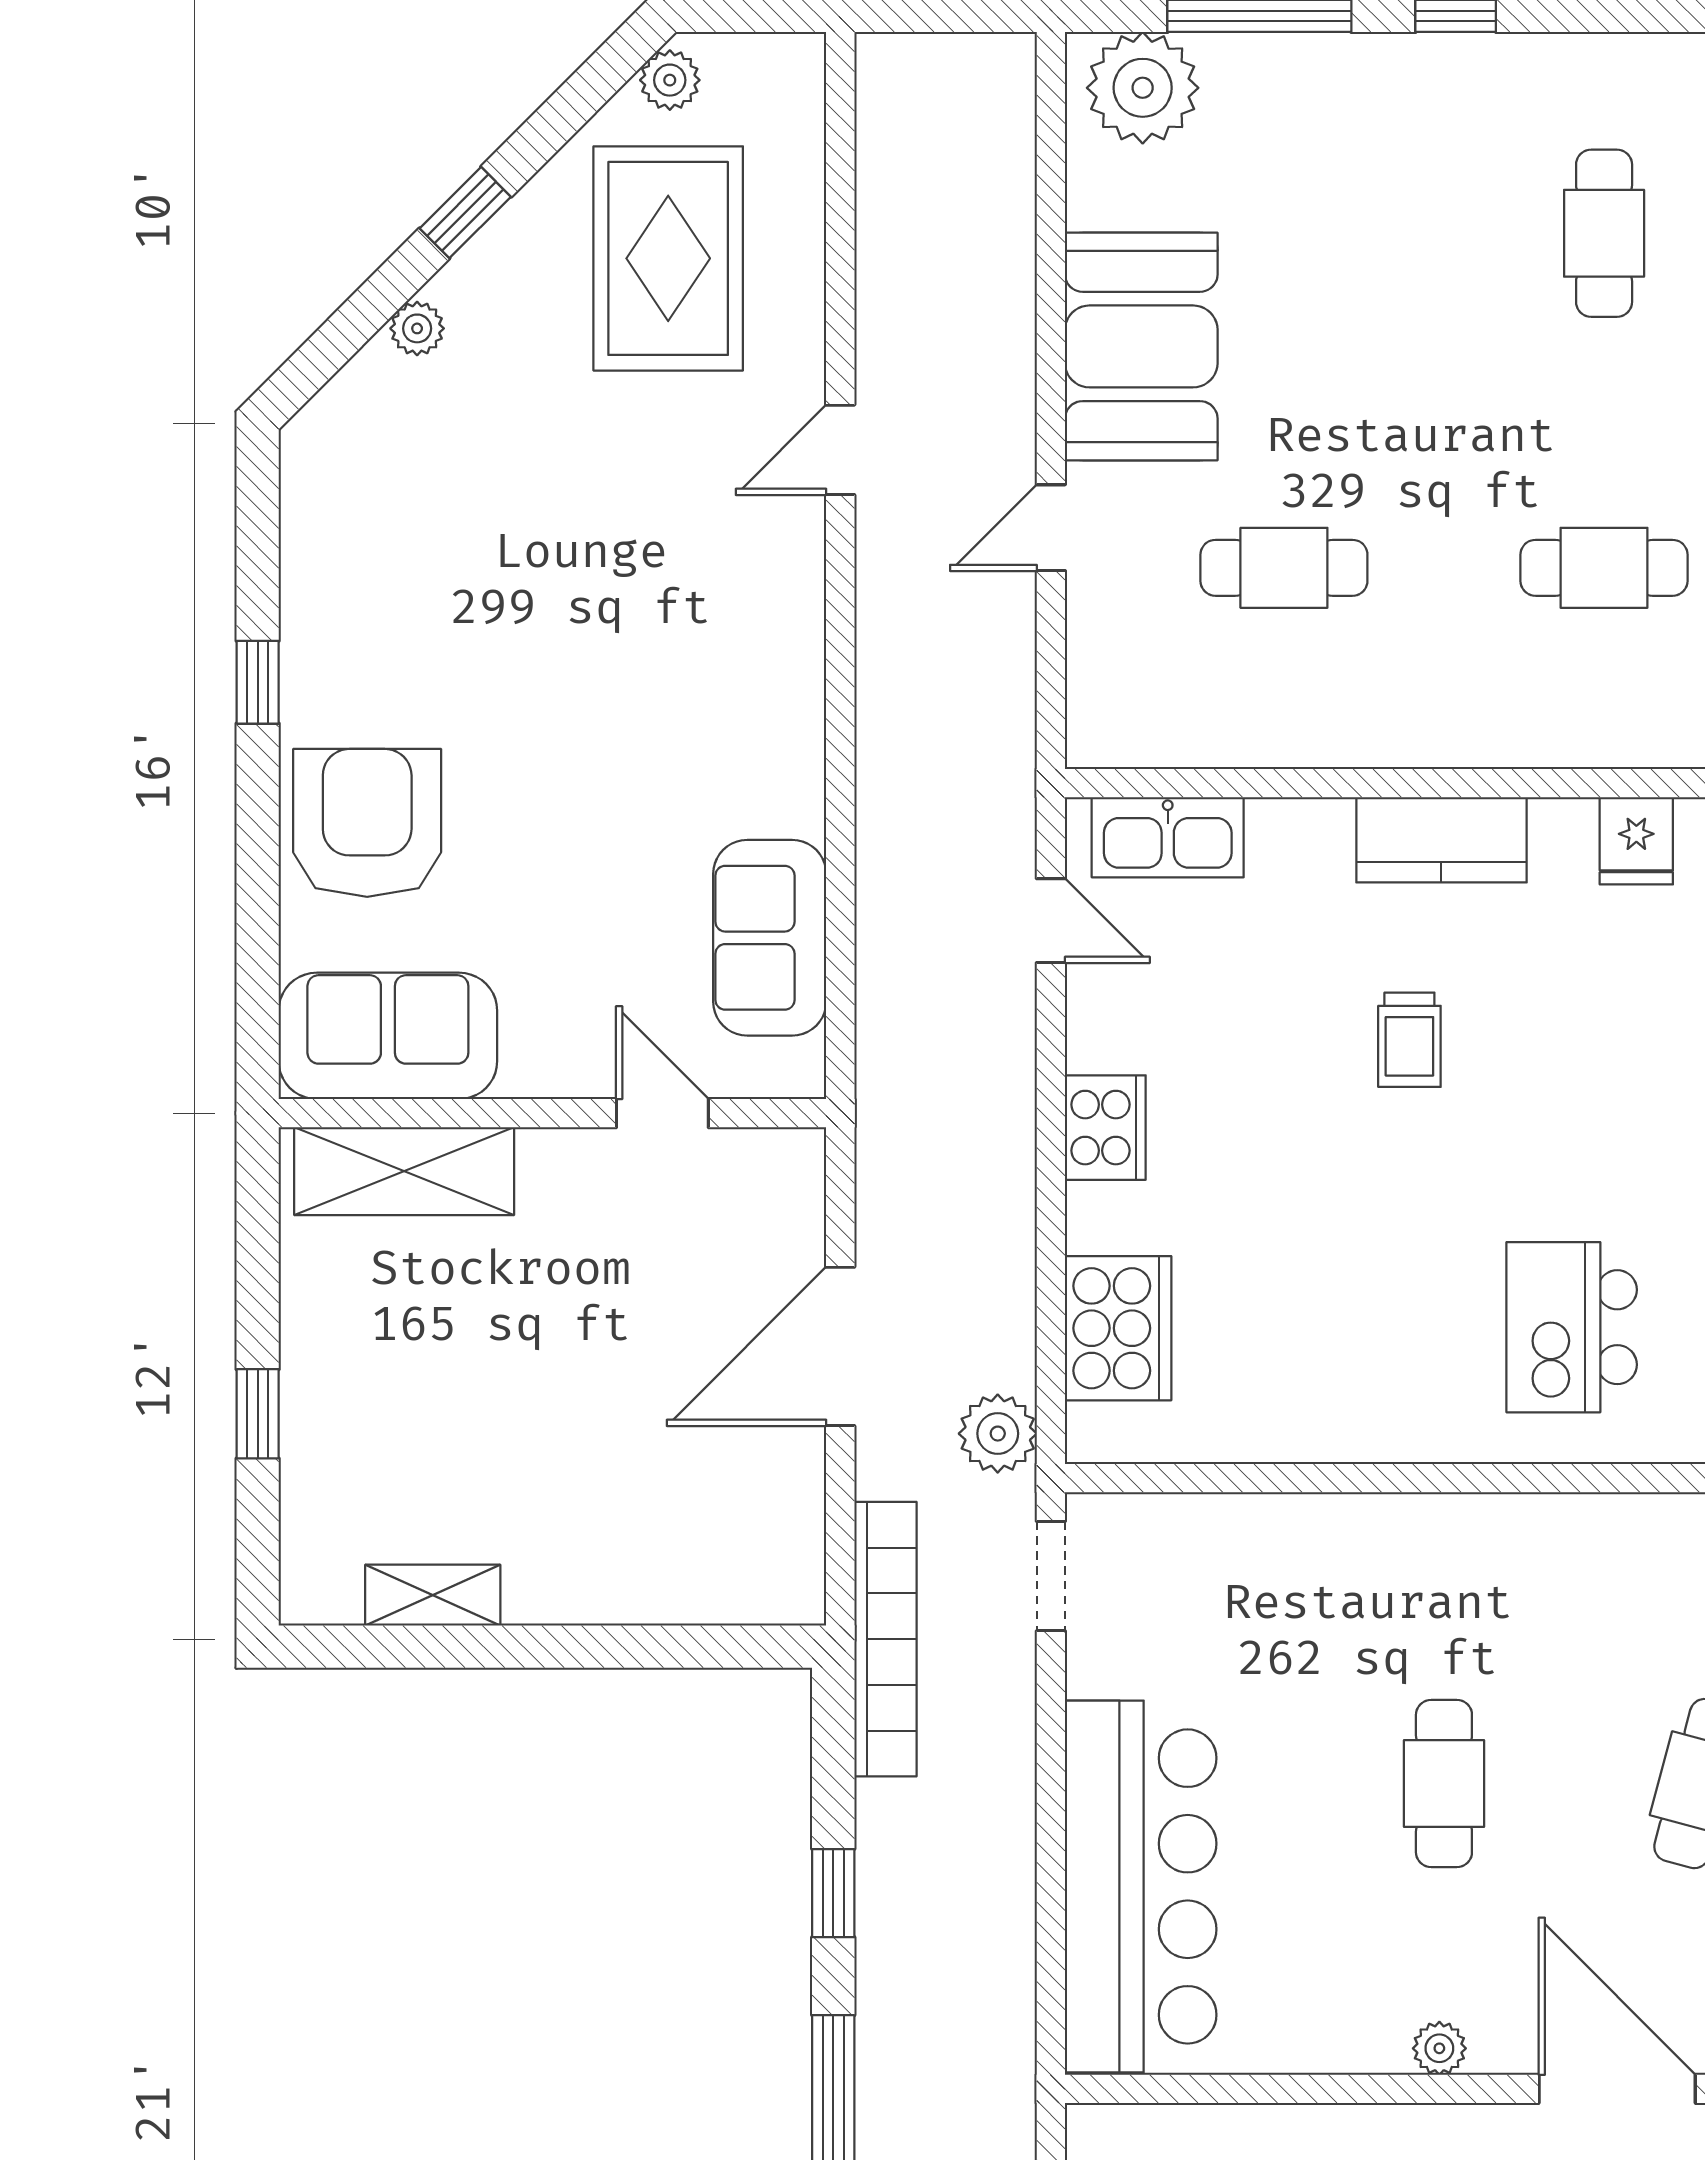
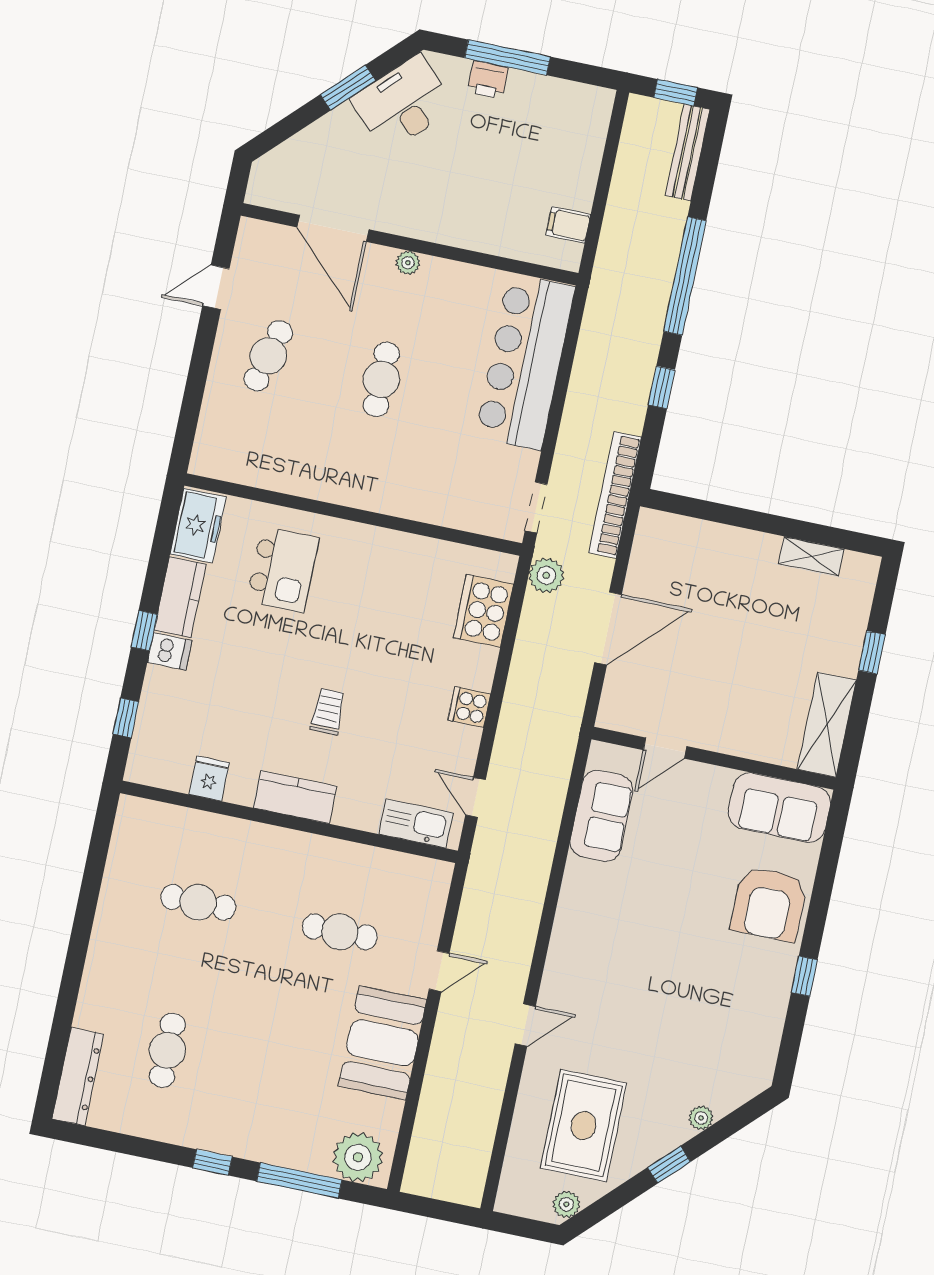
door: (662, 1113) -> (665, 748), hinge flipped
cooker: (1105, 1128) -> (469, 707), width x0.73
shelving: (404, 1171) -> (827, 725), moved, turned 90

